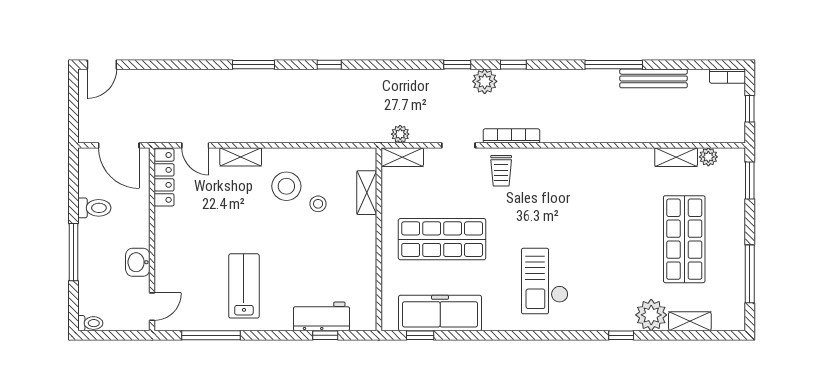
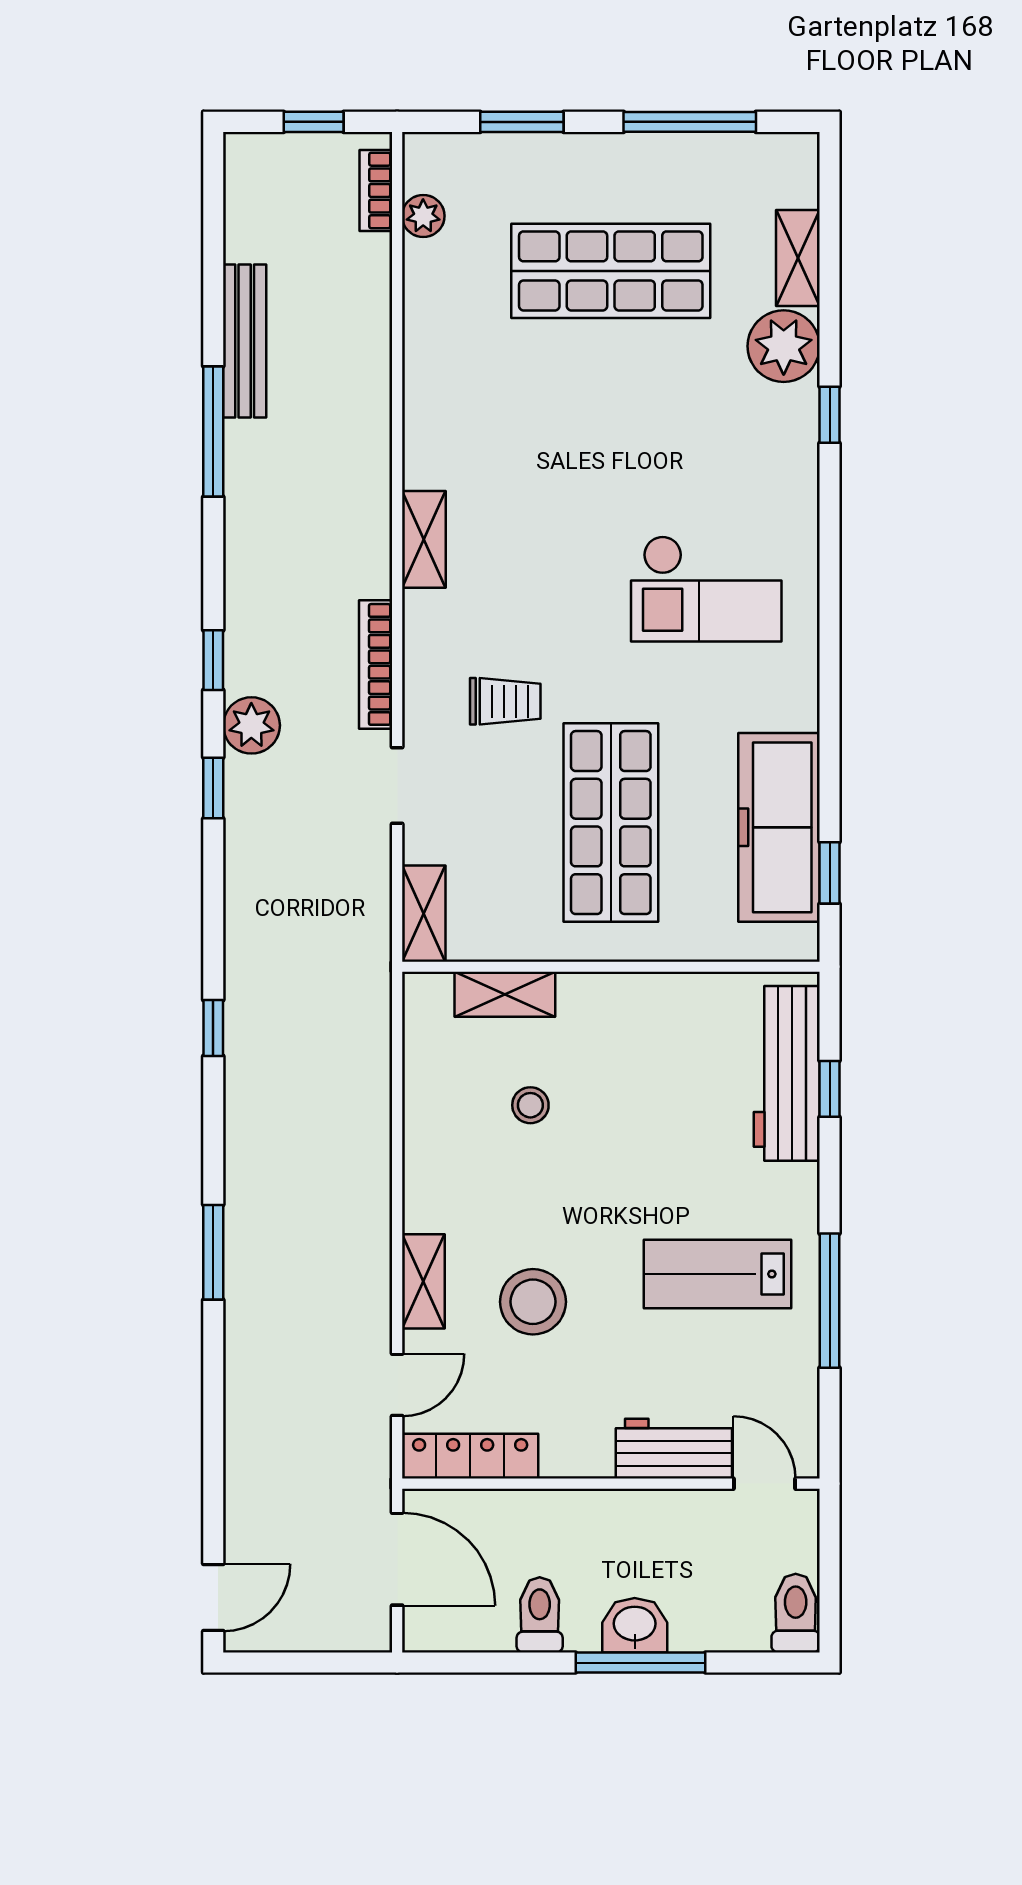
door: (102, 65) -> (213, 1598), hinge flipped
window: (329, 65) -> (213, 1028), moved
bookcase: (727, 76) -> (376, 190), moved, turned 180
plant: (400, 134) -> (372, 918), removed
door: (119, 145) -> (397, 1559), hinge flipped
shelving: (676, 157) -> (424, 539), moved
trolley: (501, 171) -> (505, 701), moved
window: (750, 180) -> (522, 122), moved
stool: (286, 186) -> (533, 1302), moved
washbasin: (138, 262) -> (635, 1625), moved, turned 180
workbench: (167, 267) -> (674, 1449), added
workbench: (322, 316) -> (787, 1073), width x1.38
toilet: (90, 323) -> (796, 1613), width x1.37, depth x1.39
window: (211, 335) -> (830, 1301), moved

